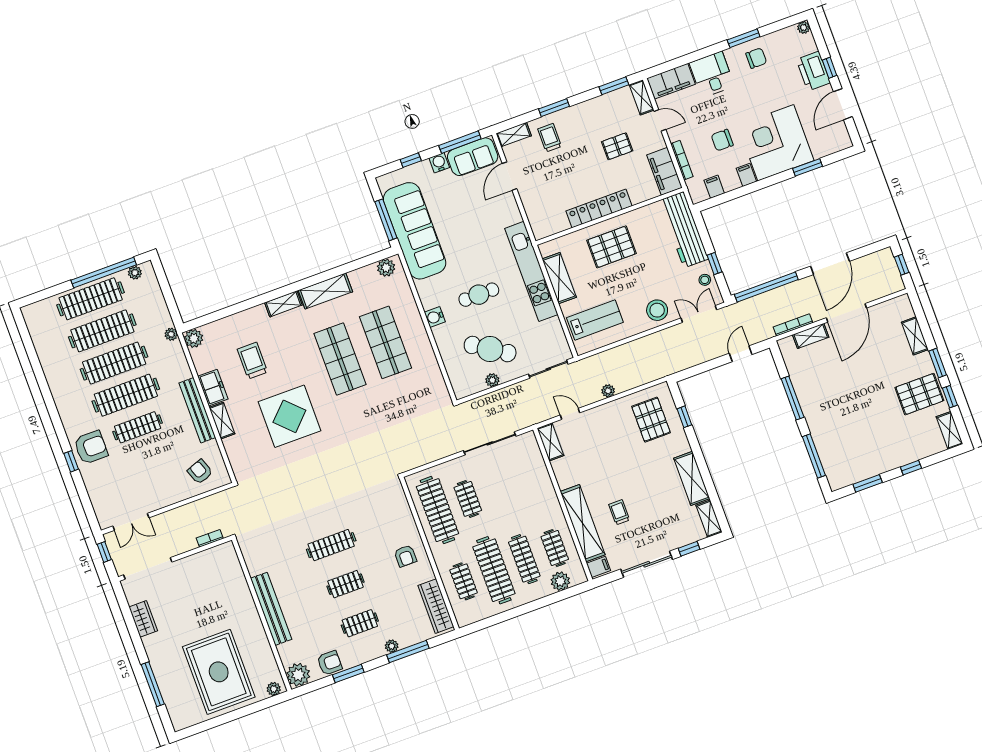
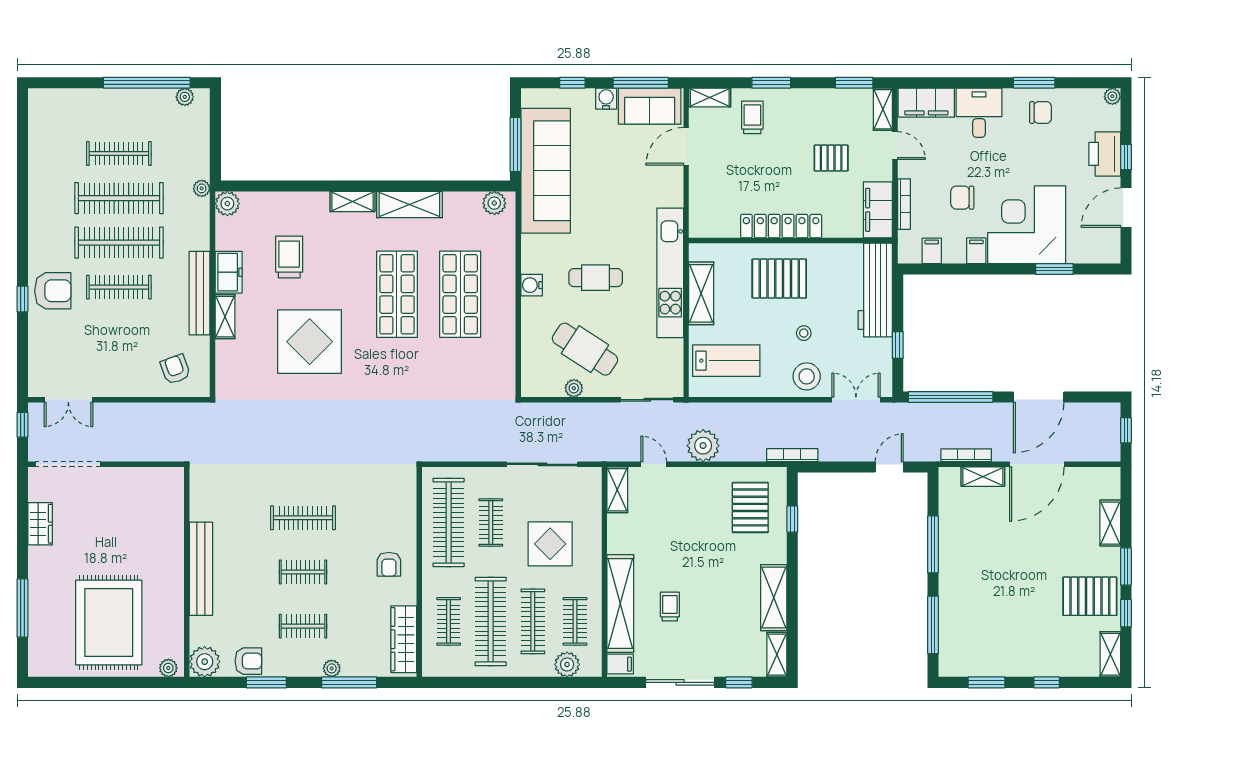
stool: (705, 280) -> (804, 333), moved
clothes rail: (91, 299) -> (119, 109), removed
clothes rail: (102, 331) -> (119, 153), width x0.73, depth x0.76
plant: (608, 391) -> (703, 446), width x1.87, depth x1.87
display table: (516, 499) -> (550, 544), added
bookcase: (210, 538) -> (792, 455), moved, width x1.56

